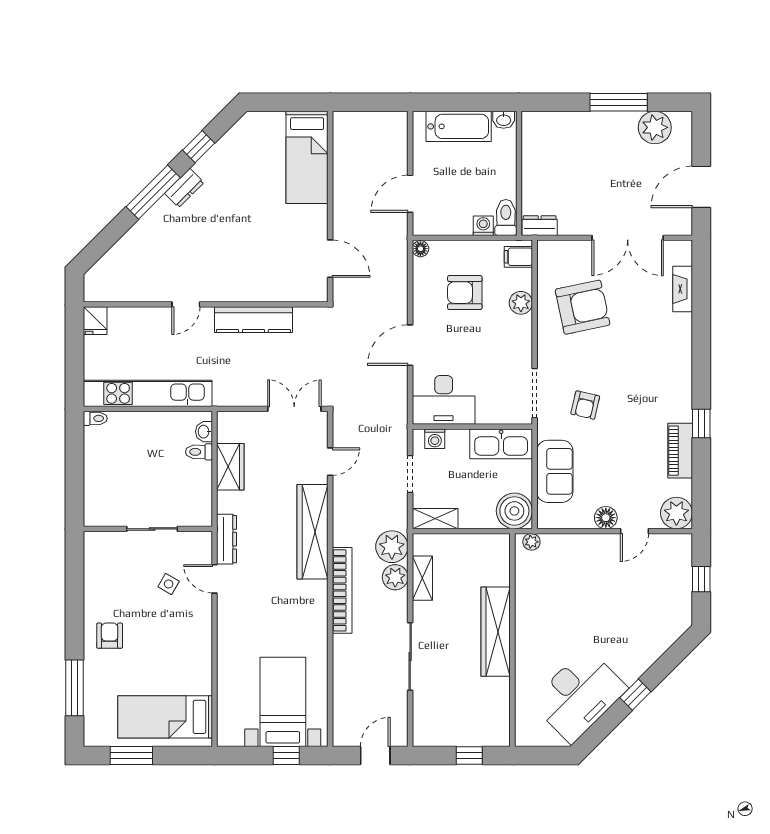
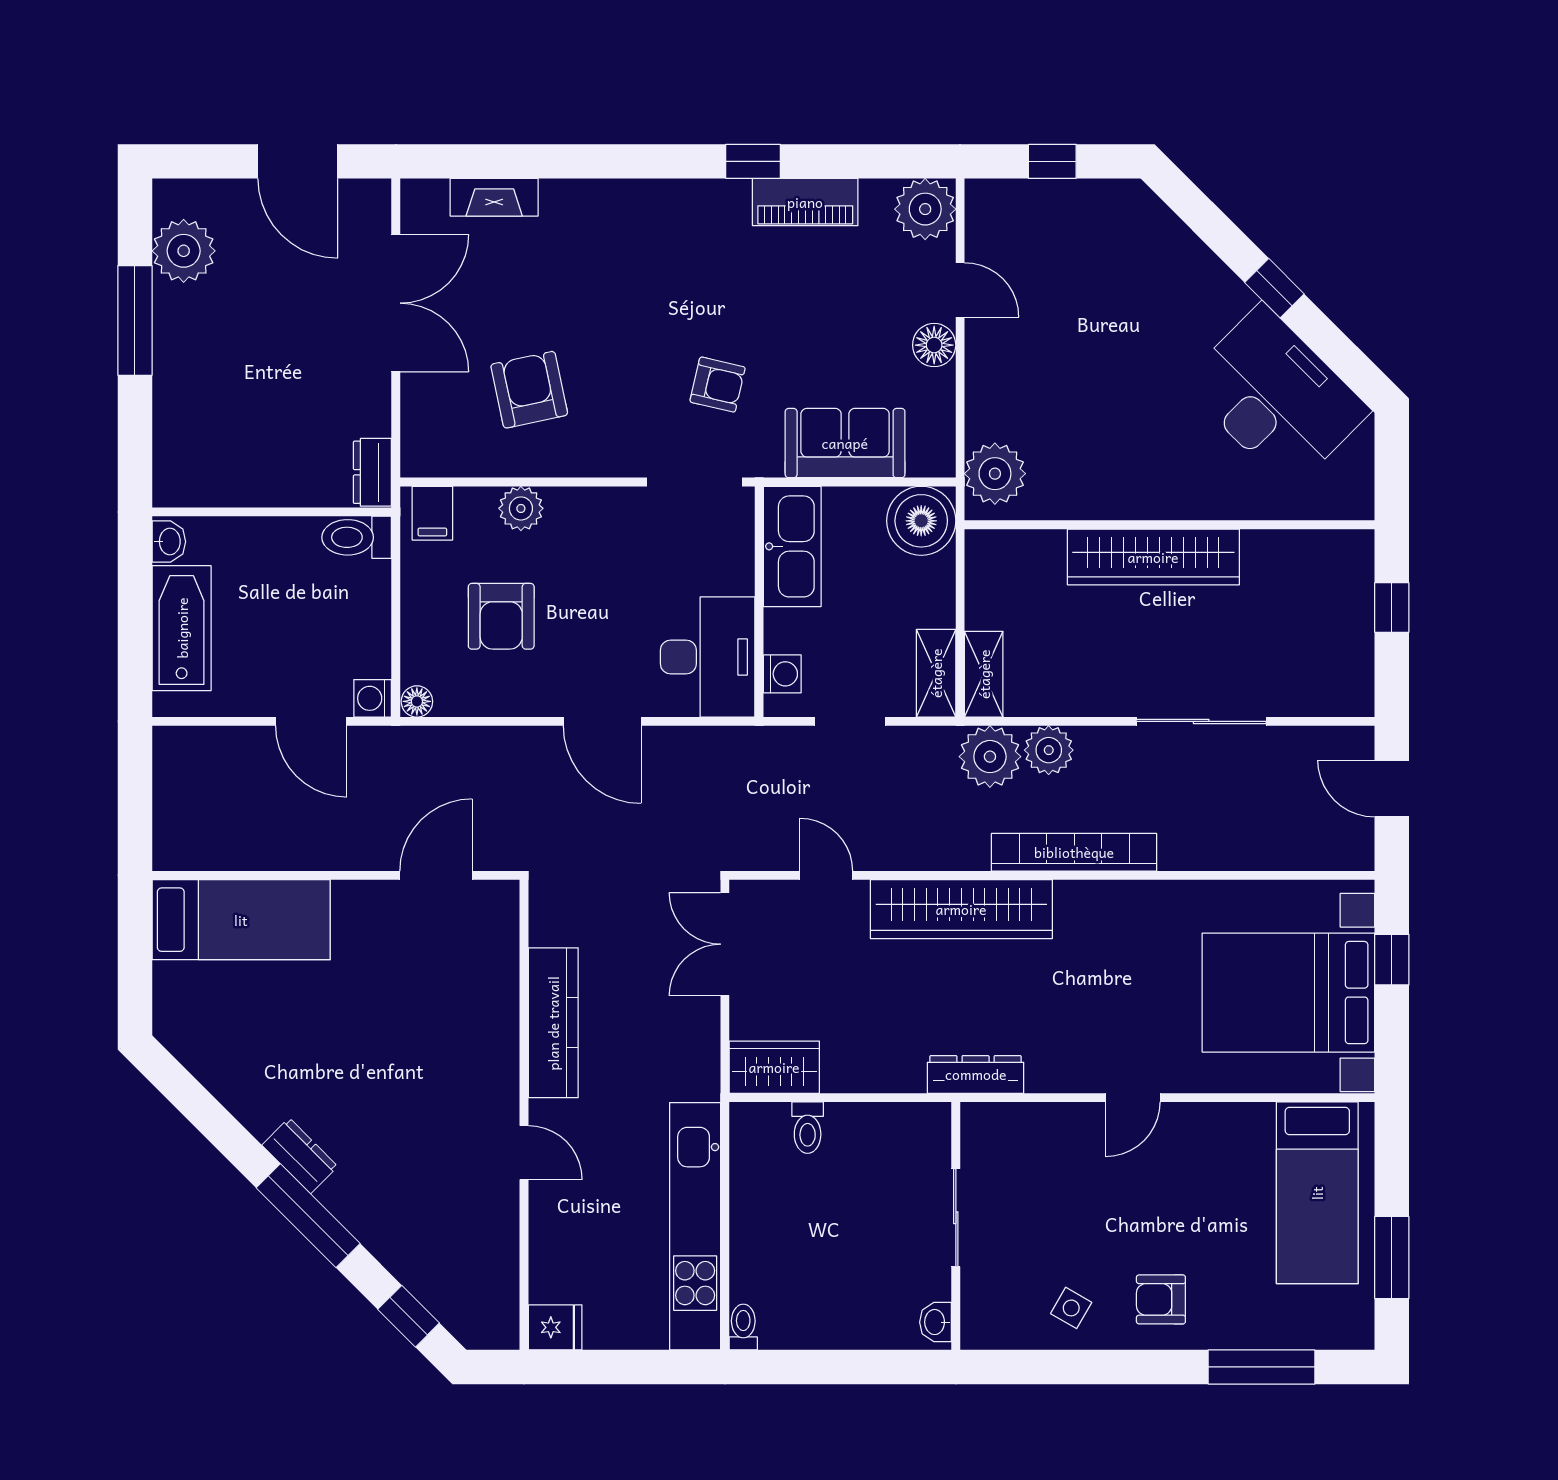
window: (199, 147) -> (409, 1316), moved
washing machine: (483, 226) -> (373, 698), moved
armchair: (583, 307) -> (529, 390), width x0.73, depth x0.73
washbasin: (204, 432) -> (936, 1322), moved, turned 90
wardrobe: (230, 467) -> (774, 1067), moved
plant: (531, 542) -> (995, 474), width x1.88, depth x1.88
shelving: (422, 578) -> (984, 674), moved, turned 90
door: (215, 579) -> (1133, 1098), moved
side table: (169, 584) -> (1071, 1308), moved
bed with nightstands: (283, 702) -> (1288, 993), width x1.36

